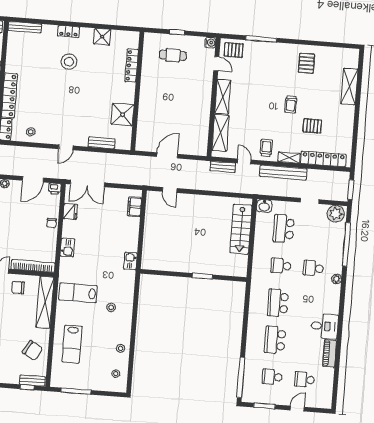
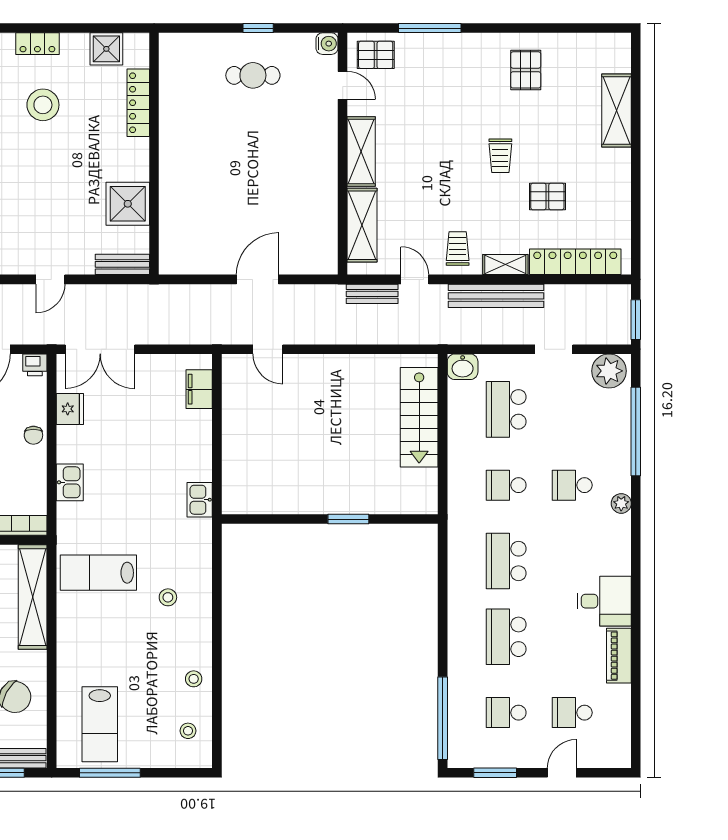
locker: (132, 66) -> (138, 103), moved
wall: (137, 91) -> (154, 154), moved
shower: (123, 115) -> (128, 204), moved
lab bench: (72, 344) -> (100, 724), moved

